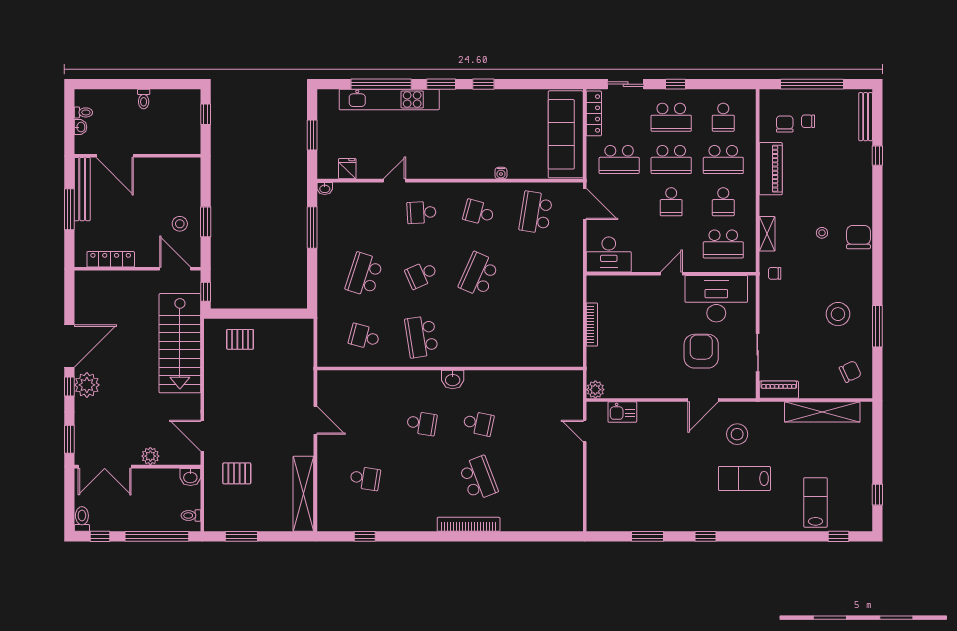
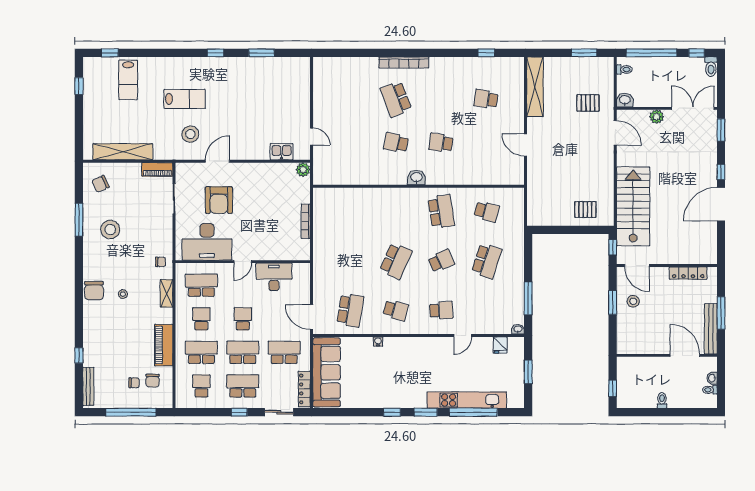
desk: (609, 254) -> (274, 277), moved
plant: (87, 385) -> (707, 173), removed

